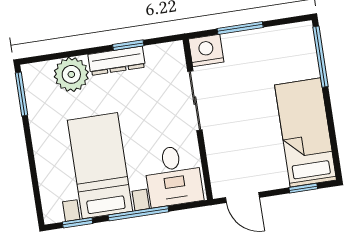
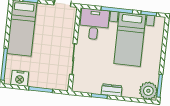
nightstand: (206, 51) -> (20, 78), moved
dresser: (117, 61) -> (112, 90), width x0.70
plant: (71, 74) -> (148, 91), moved

